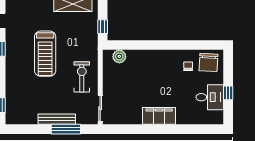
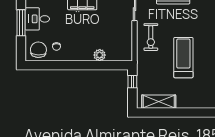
plant: (119, 56) -> (100, 55), moved
window: (228, 93) -> (21, 23), width x2.17

